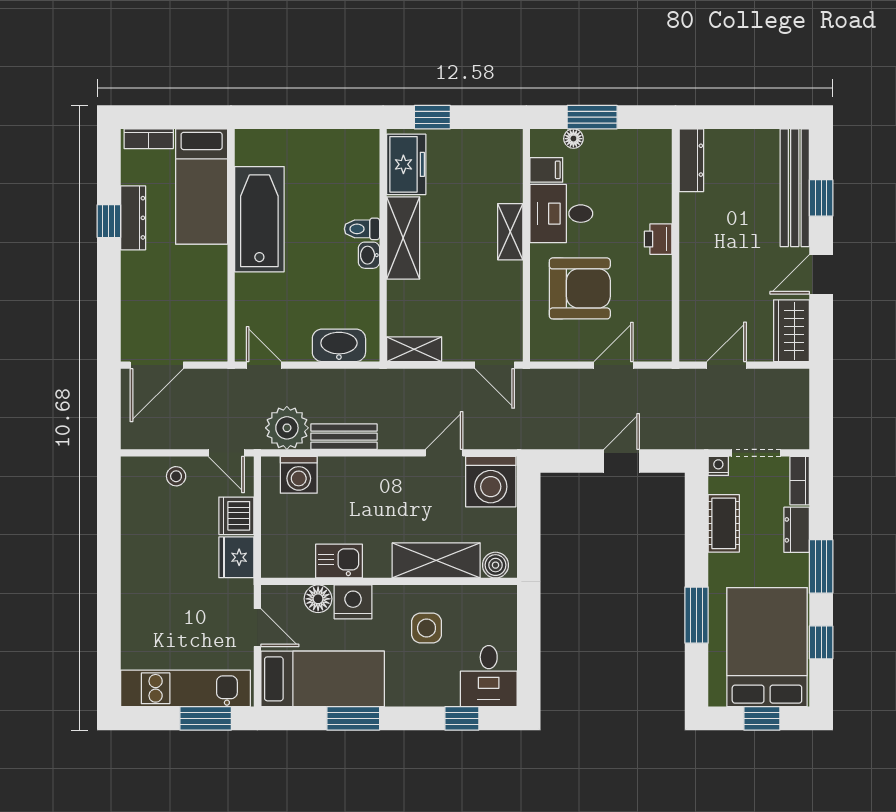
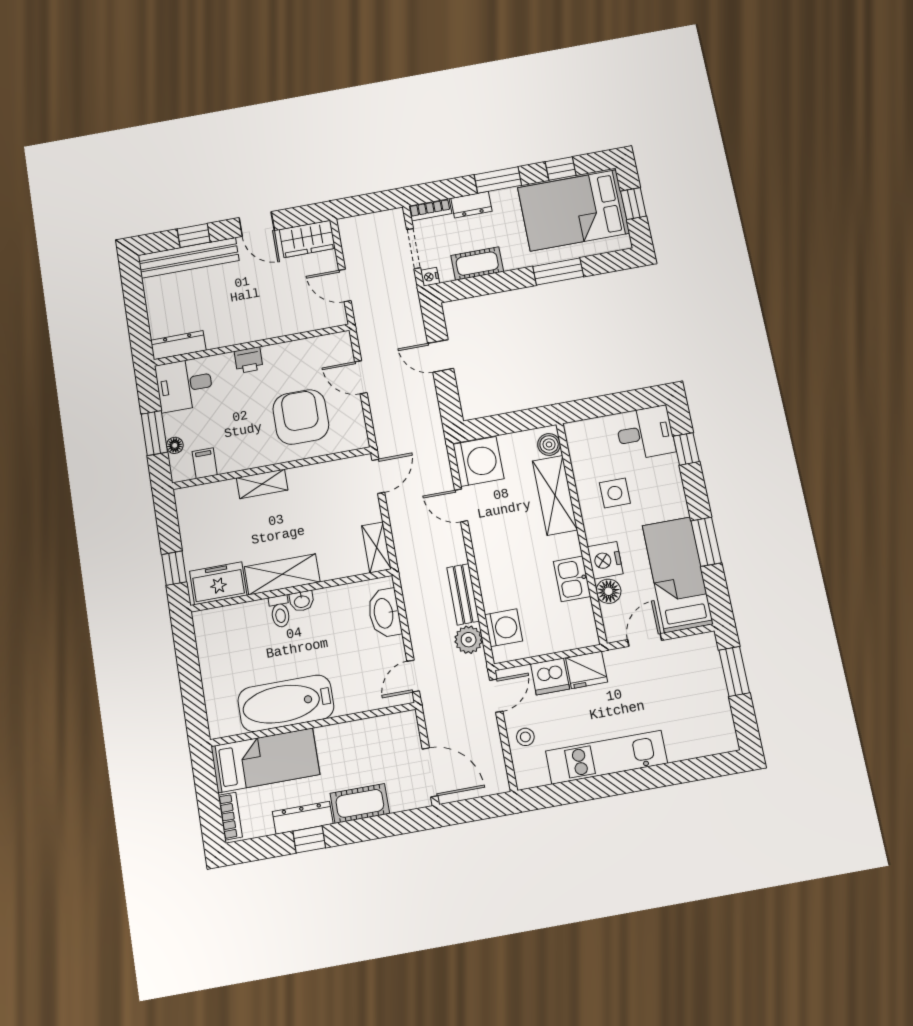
desk: (561, 214) -> (184, 385), moved, turned 90
cot: (137, 283) -> (360, 803), added
plant: (287, 428) -> (469, 640), width x0.73, depth x0.73
kitchen unit: (185, 688) -> (606, 757), moved, turned 90

